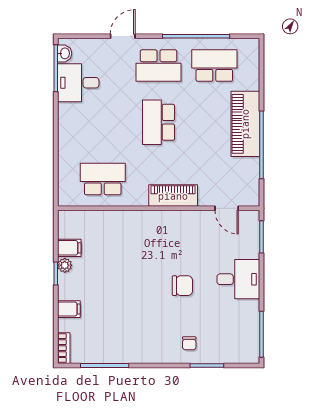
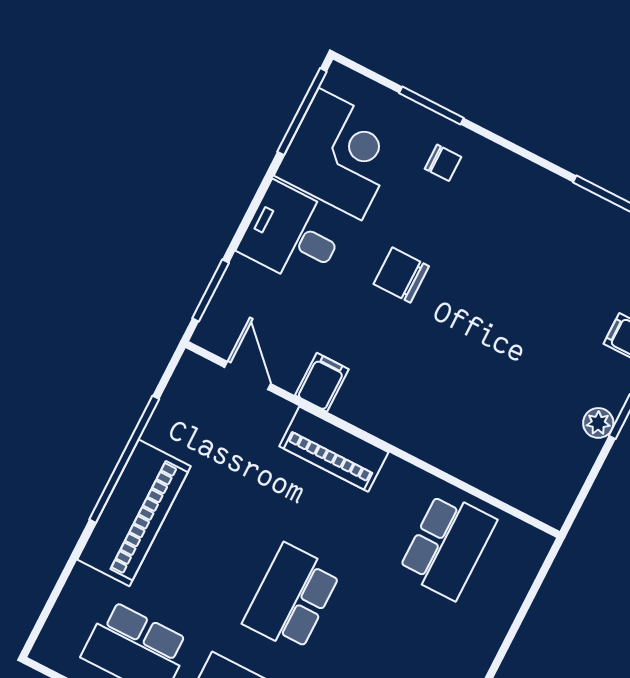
school desk: (159, 122) -> (292, 597), turned 180
school desk: (103, 179) -> (447, 546), turned -90
filing cabinet: (69, 248) -> (322, 382), moved, turned 90
corner desk: (236, 324) -> (340, 154), added
chair: (189, 343) -> (443, 163), turned 90

